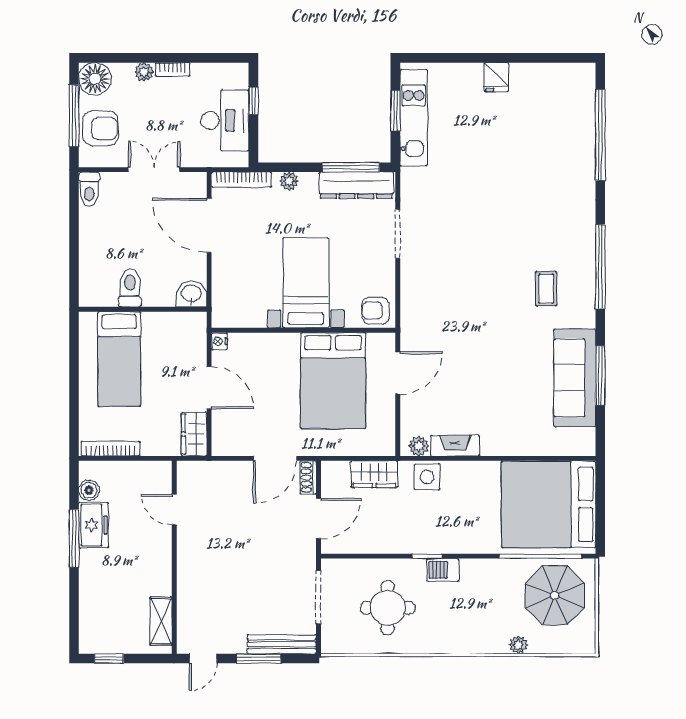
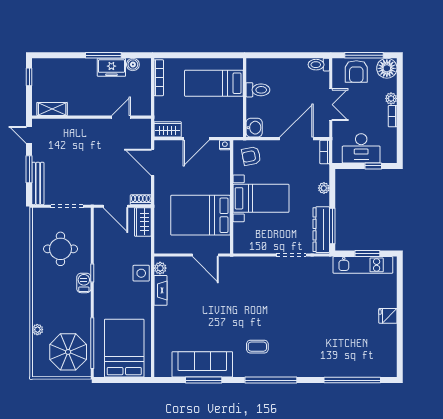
bookcase: (241, 180) -> (325, 152), width x0.64
armchair: (376, 311) -> (251, 156), moved, turned -101
door: (275, 458) -> (153, 162), moved
wardrobe: (374, 474) -> (143, 222), moved
bed: (549, 504) -> (124, 348), width x0.73

